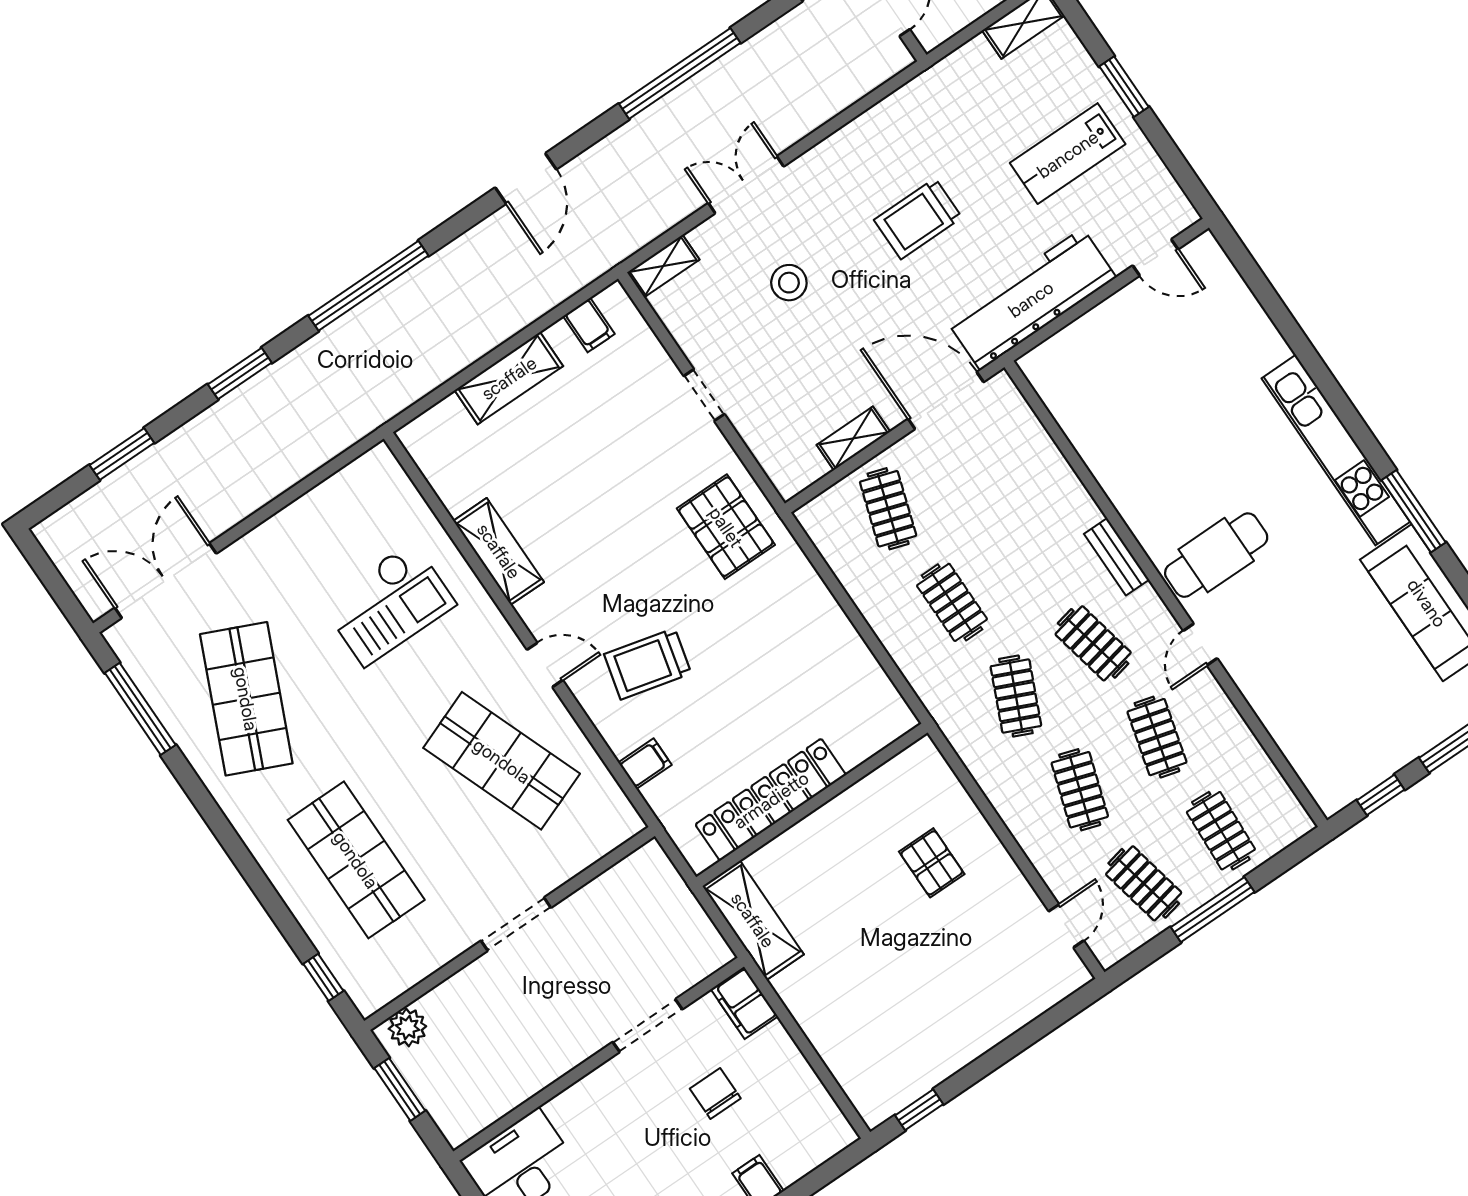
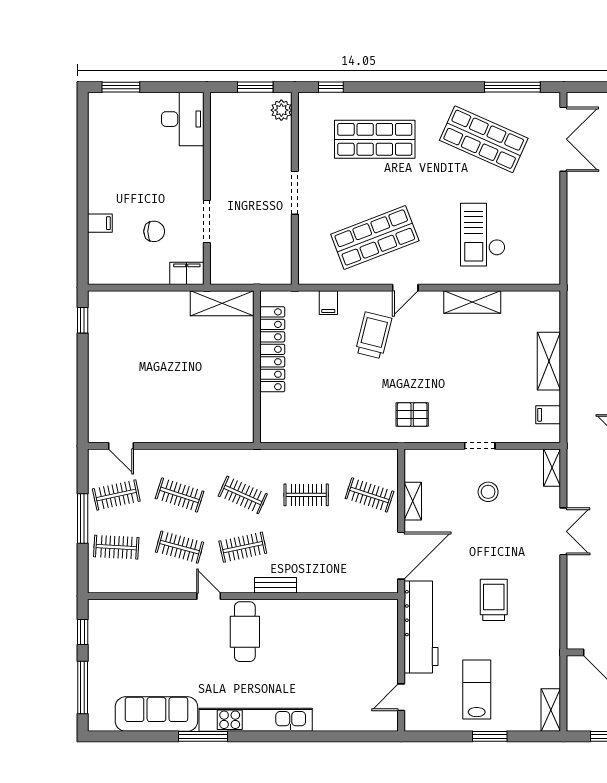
stool: (789, 283) -> (488, 492), moved
pallet: (726, 527) -> (412, 415), width x0.67, depth x0.71
pallet: (932, 863) -> (192, 404), removed

